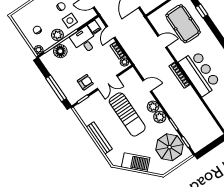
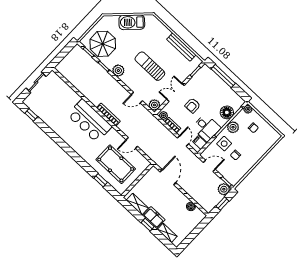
armchair: (85, 82) -> (193, 106), moved
plant: (153, 107) -> (154, 105), moved
sun lounger: (127, 114) -> (150, 66), width x0.73, depth x0.75
bench: (99, 138) -> (181, 47), moved

